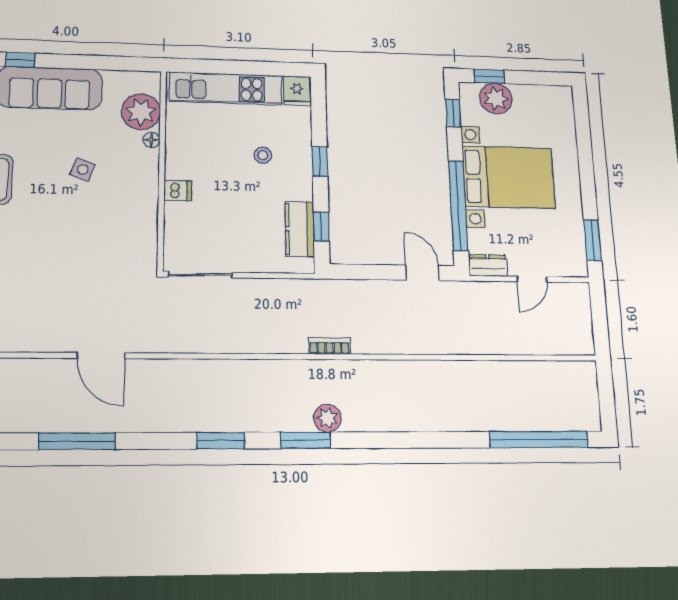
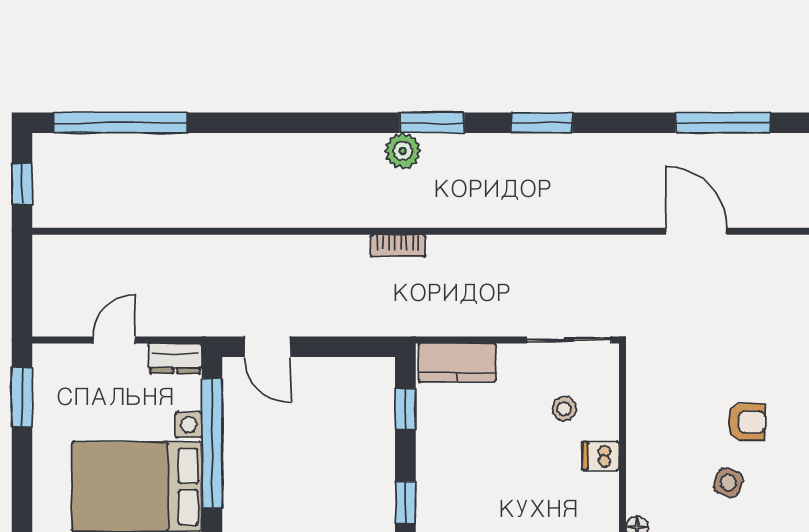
stool: (263, 155) -> (564, 409), moved
armchair: (67, 213) -> (747, 422), added
kitchen counter: (300, 229) -> (457, 363), moved, turned 90
window: (606, 393) -> (22, 184), added

